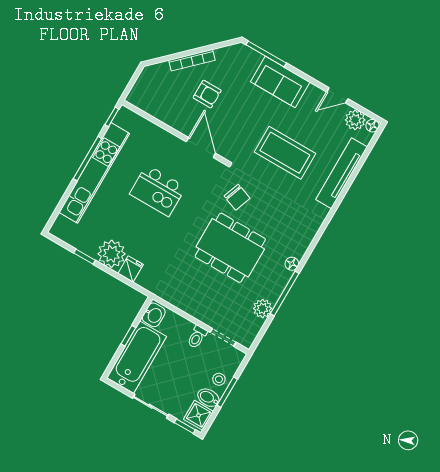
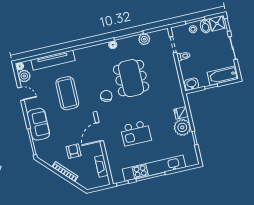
fireplace: (157, 111) -> (101, 166), added
kitchen island: (158, 191) -> (136, 133), turned 90
bathtub: (136, 357) -> (223, 75), width x0.73, depth x0.73

